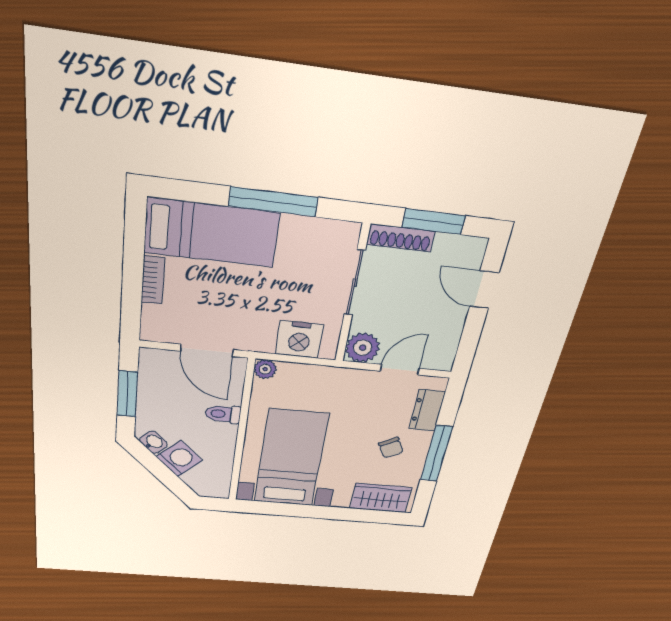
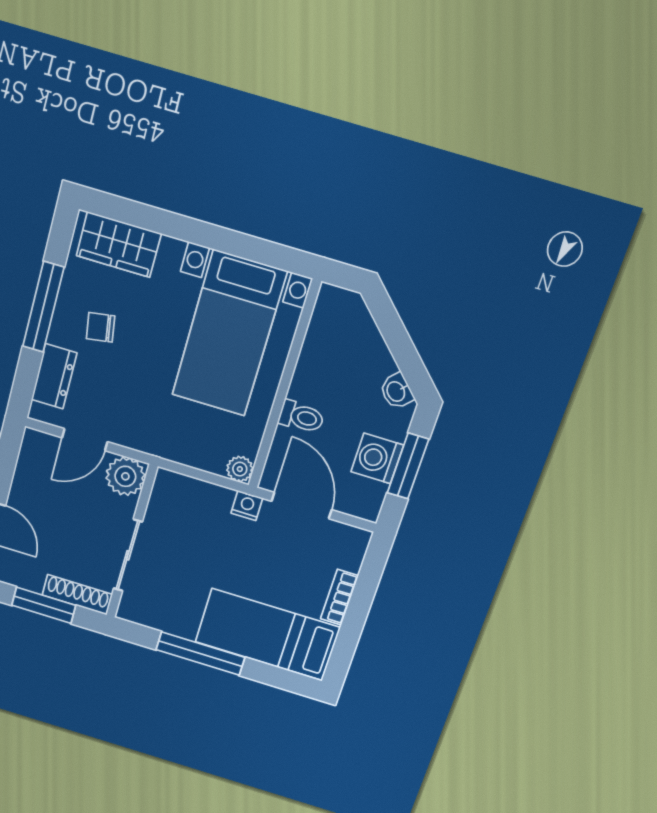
nightstand: (299, 339) -> (247, 506), moved, width x0.53, depth x0.56
chair: (391, 448) -> (101, 327), turned -71
washing machine: (179, 459) -> (377, 458), moved, turned 45

